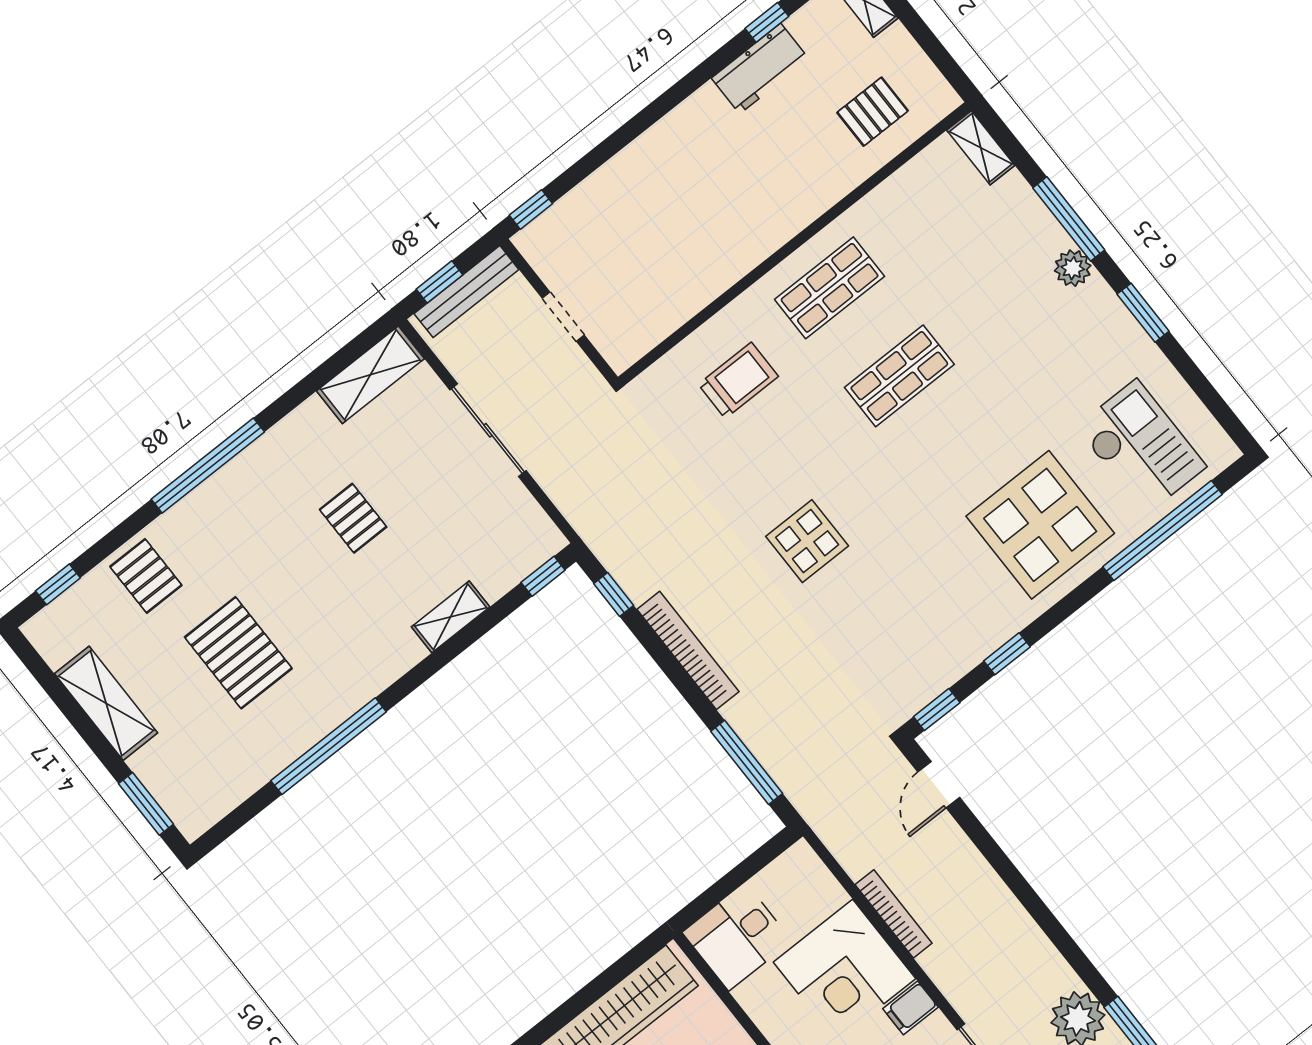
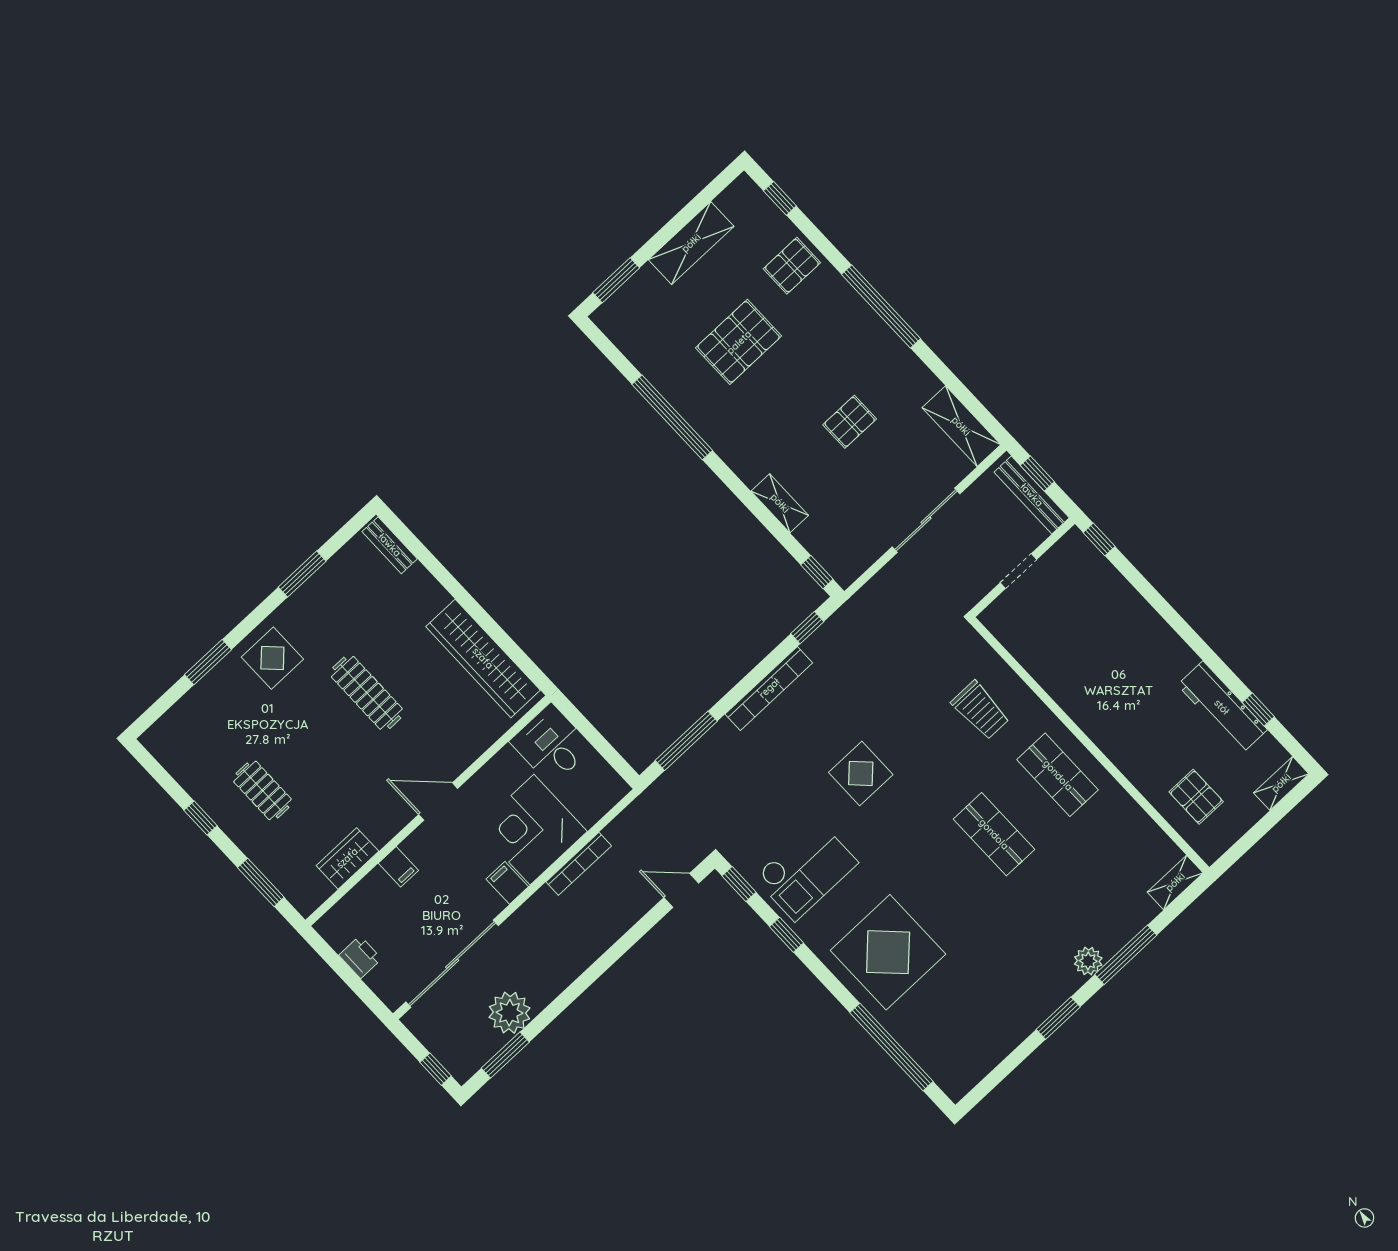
workbench: (760, 69) -> (1222, 707), width x1.38
checkout: (1141, 447) -> (806, 870), moved

